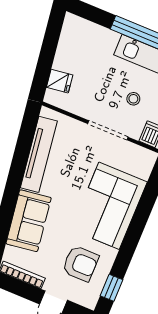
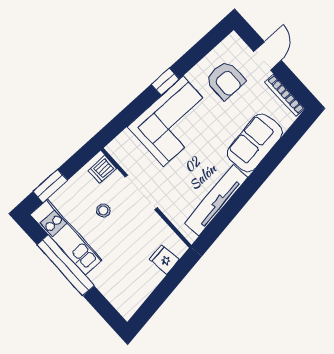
armchair: (80, 263) -> (225, 80), turned 180
window: (111, 288) -> (165, 82), moved

